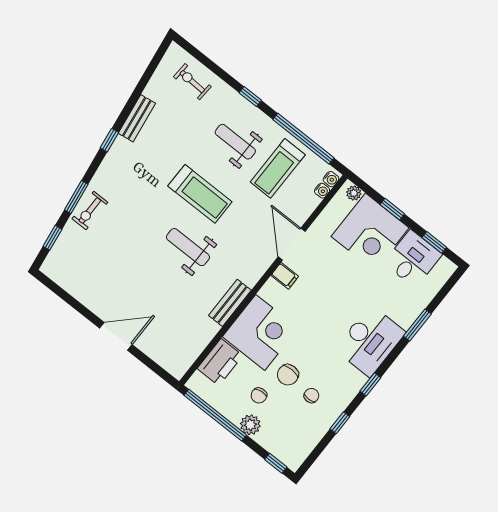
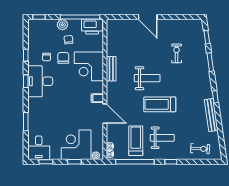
bench: (137, 118) -> (211, 115), width x1.36
exercise bike: (90, 211) -> (177, 53), moved
desk: (413, 259) -> (39, 148), moved
door: (116, 336) -> (148, 17), hinge flipped
desk: (370, 341) -> (40, 81), moved
printer: (220, 362) -> (92, 27), moved, turned -90

